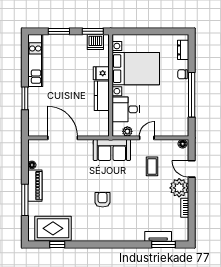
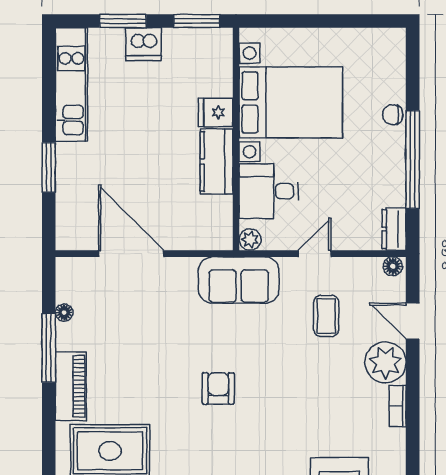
dishwasher: (95, 42) -> (144, 44), moved
dresser: (183, 50) -> (394, 229), moved
plant: (127, 131) -> (250, 240), moved
piano: (35, 186) -> (71, 386), moved
window: (25, 200) -> (49, 348), moved

